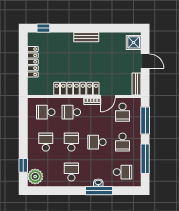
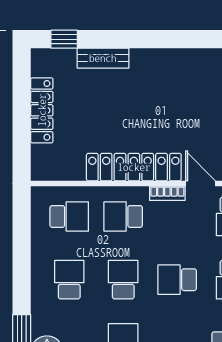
bench: (86, 37) -> (103, 58), moved
door: (108, 97) -> (201, 184), swing flipped
school desk: (46, 112) -> (69, 216), turned 180

